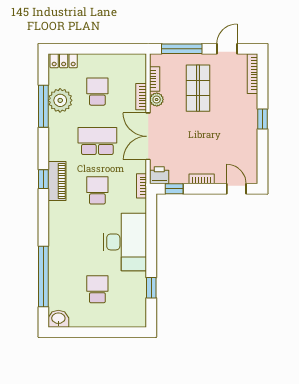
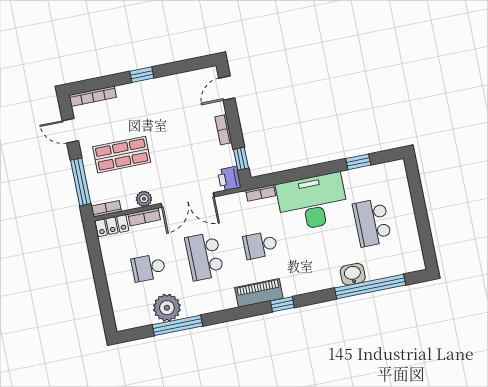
locker: (64, 61) -> (112, 226), moved, turned 90
bookcase: (155, 79) -> (106, 209), moved
window: (43, 179) -> (282, 304), moved
bookcase: (142, 186) -> (261, 193), moved
school desk: (97, 289) -> (372, 223), width x1.85
washbasin: (58, 319) -> (353, 274), moved, turned 90

